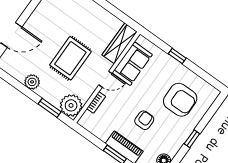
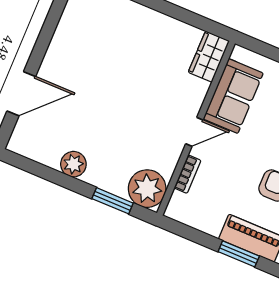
wardrobe: (120, 43) -> (209, 57), width x0.67
rug: (70, 58) -> (128, 110), removed

